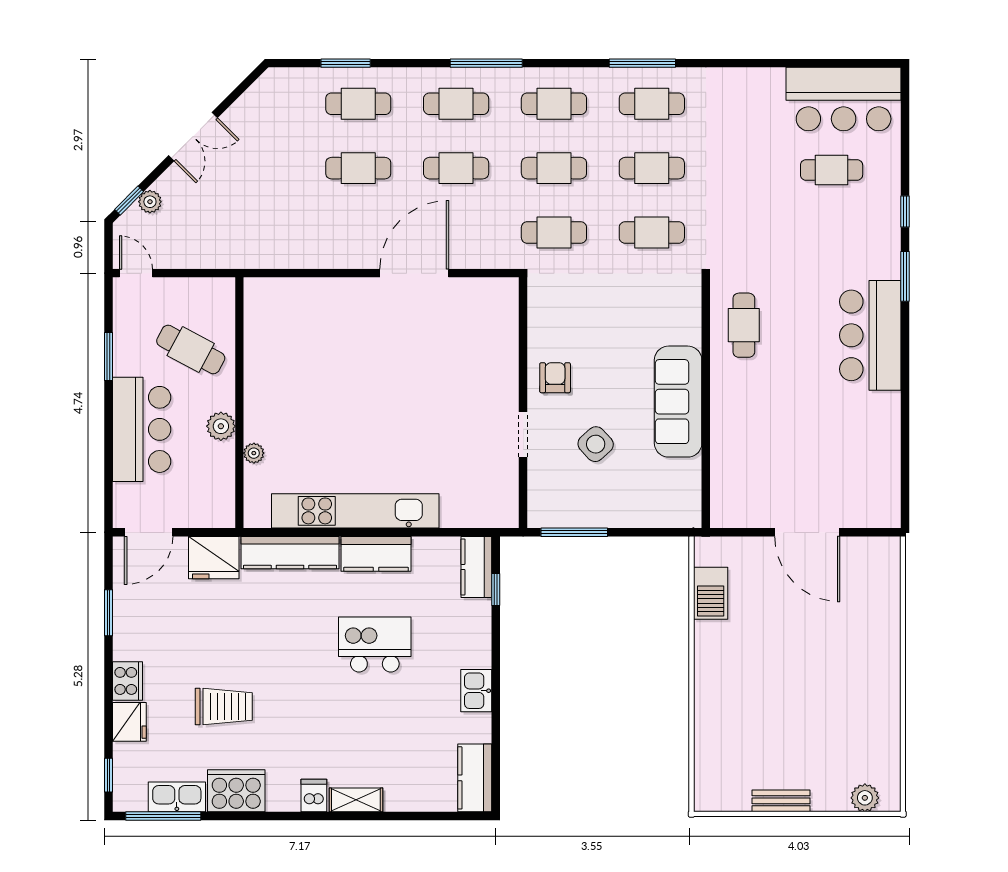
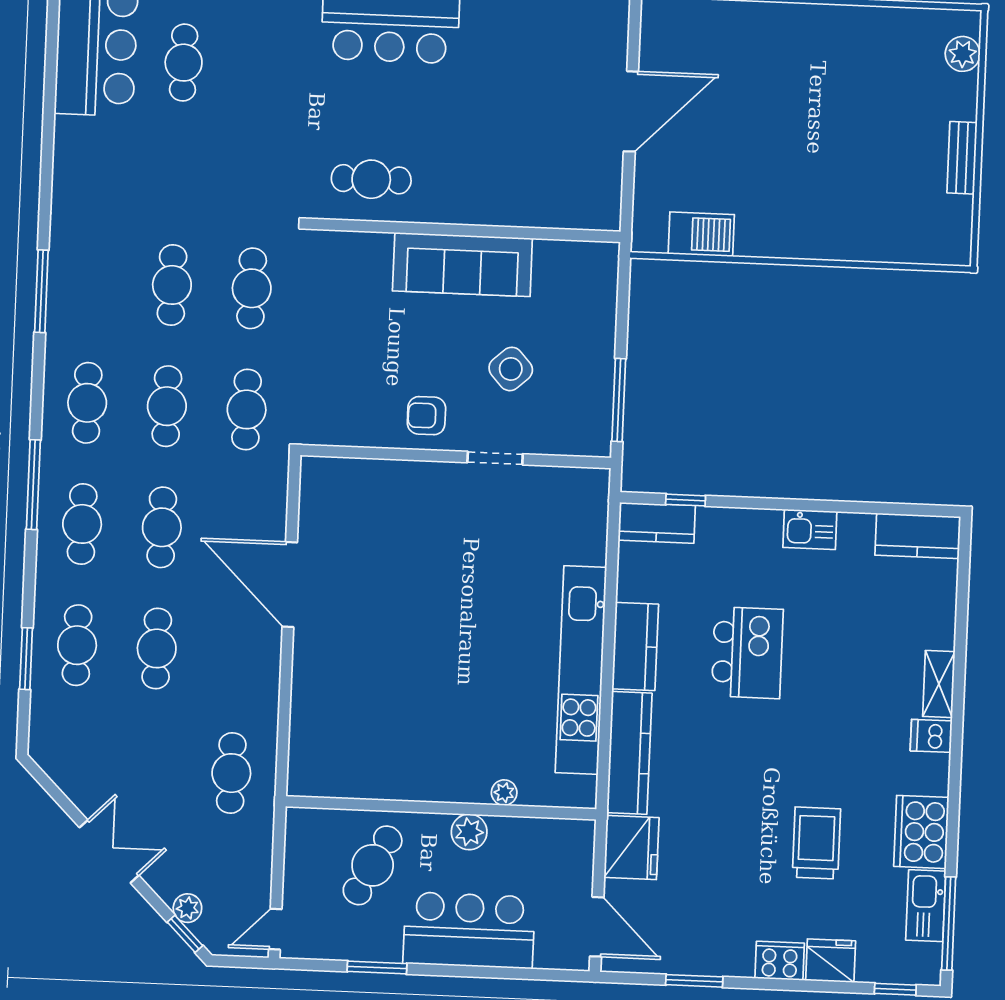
cafe table: (652, 104) -> (231, 773), moved
kitchen island: (375, 644) -> (747, 653), turned 180

